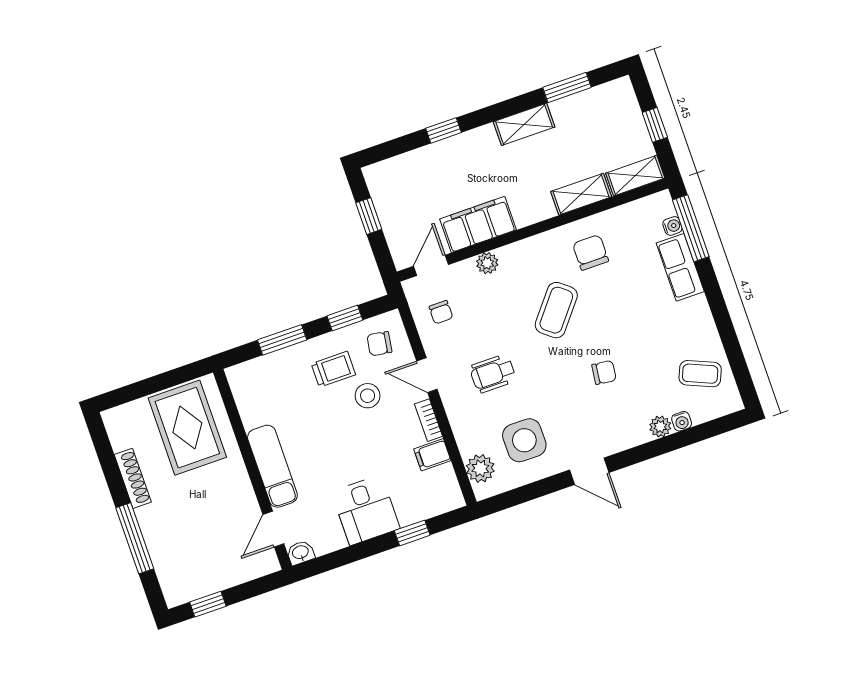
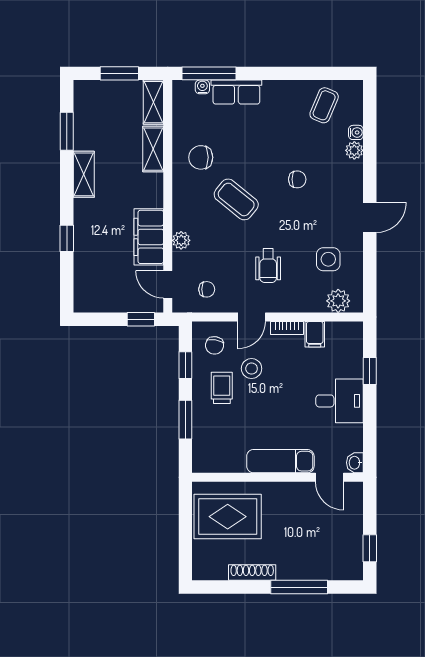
window: (655, 125) -> (119, 73), width x1.50
window: (369, 216) -> (141, 319), moved
chair: (604, 372) -> (297, 179), turned 83
side table: (524, 440) -> (328, 259), width x0.73, depth x0.73

